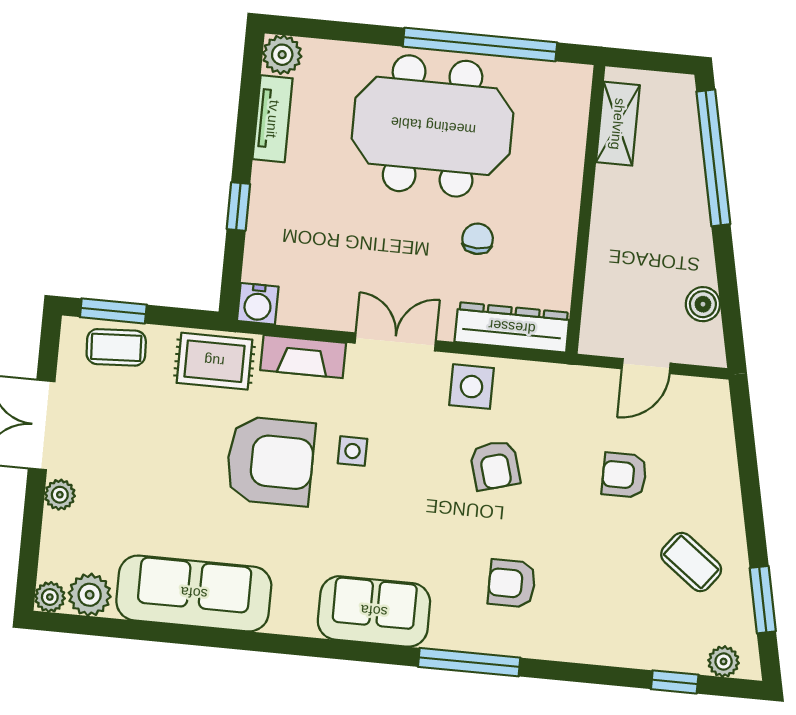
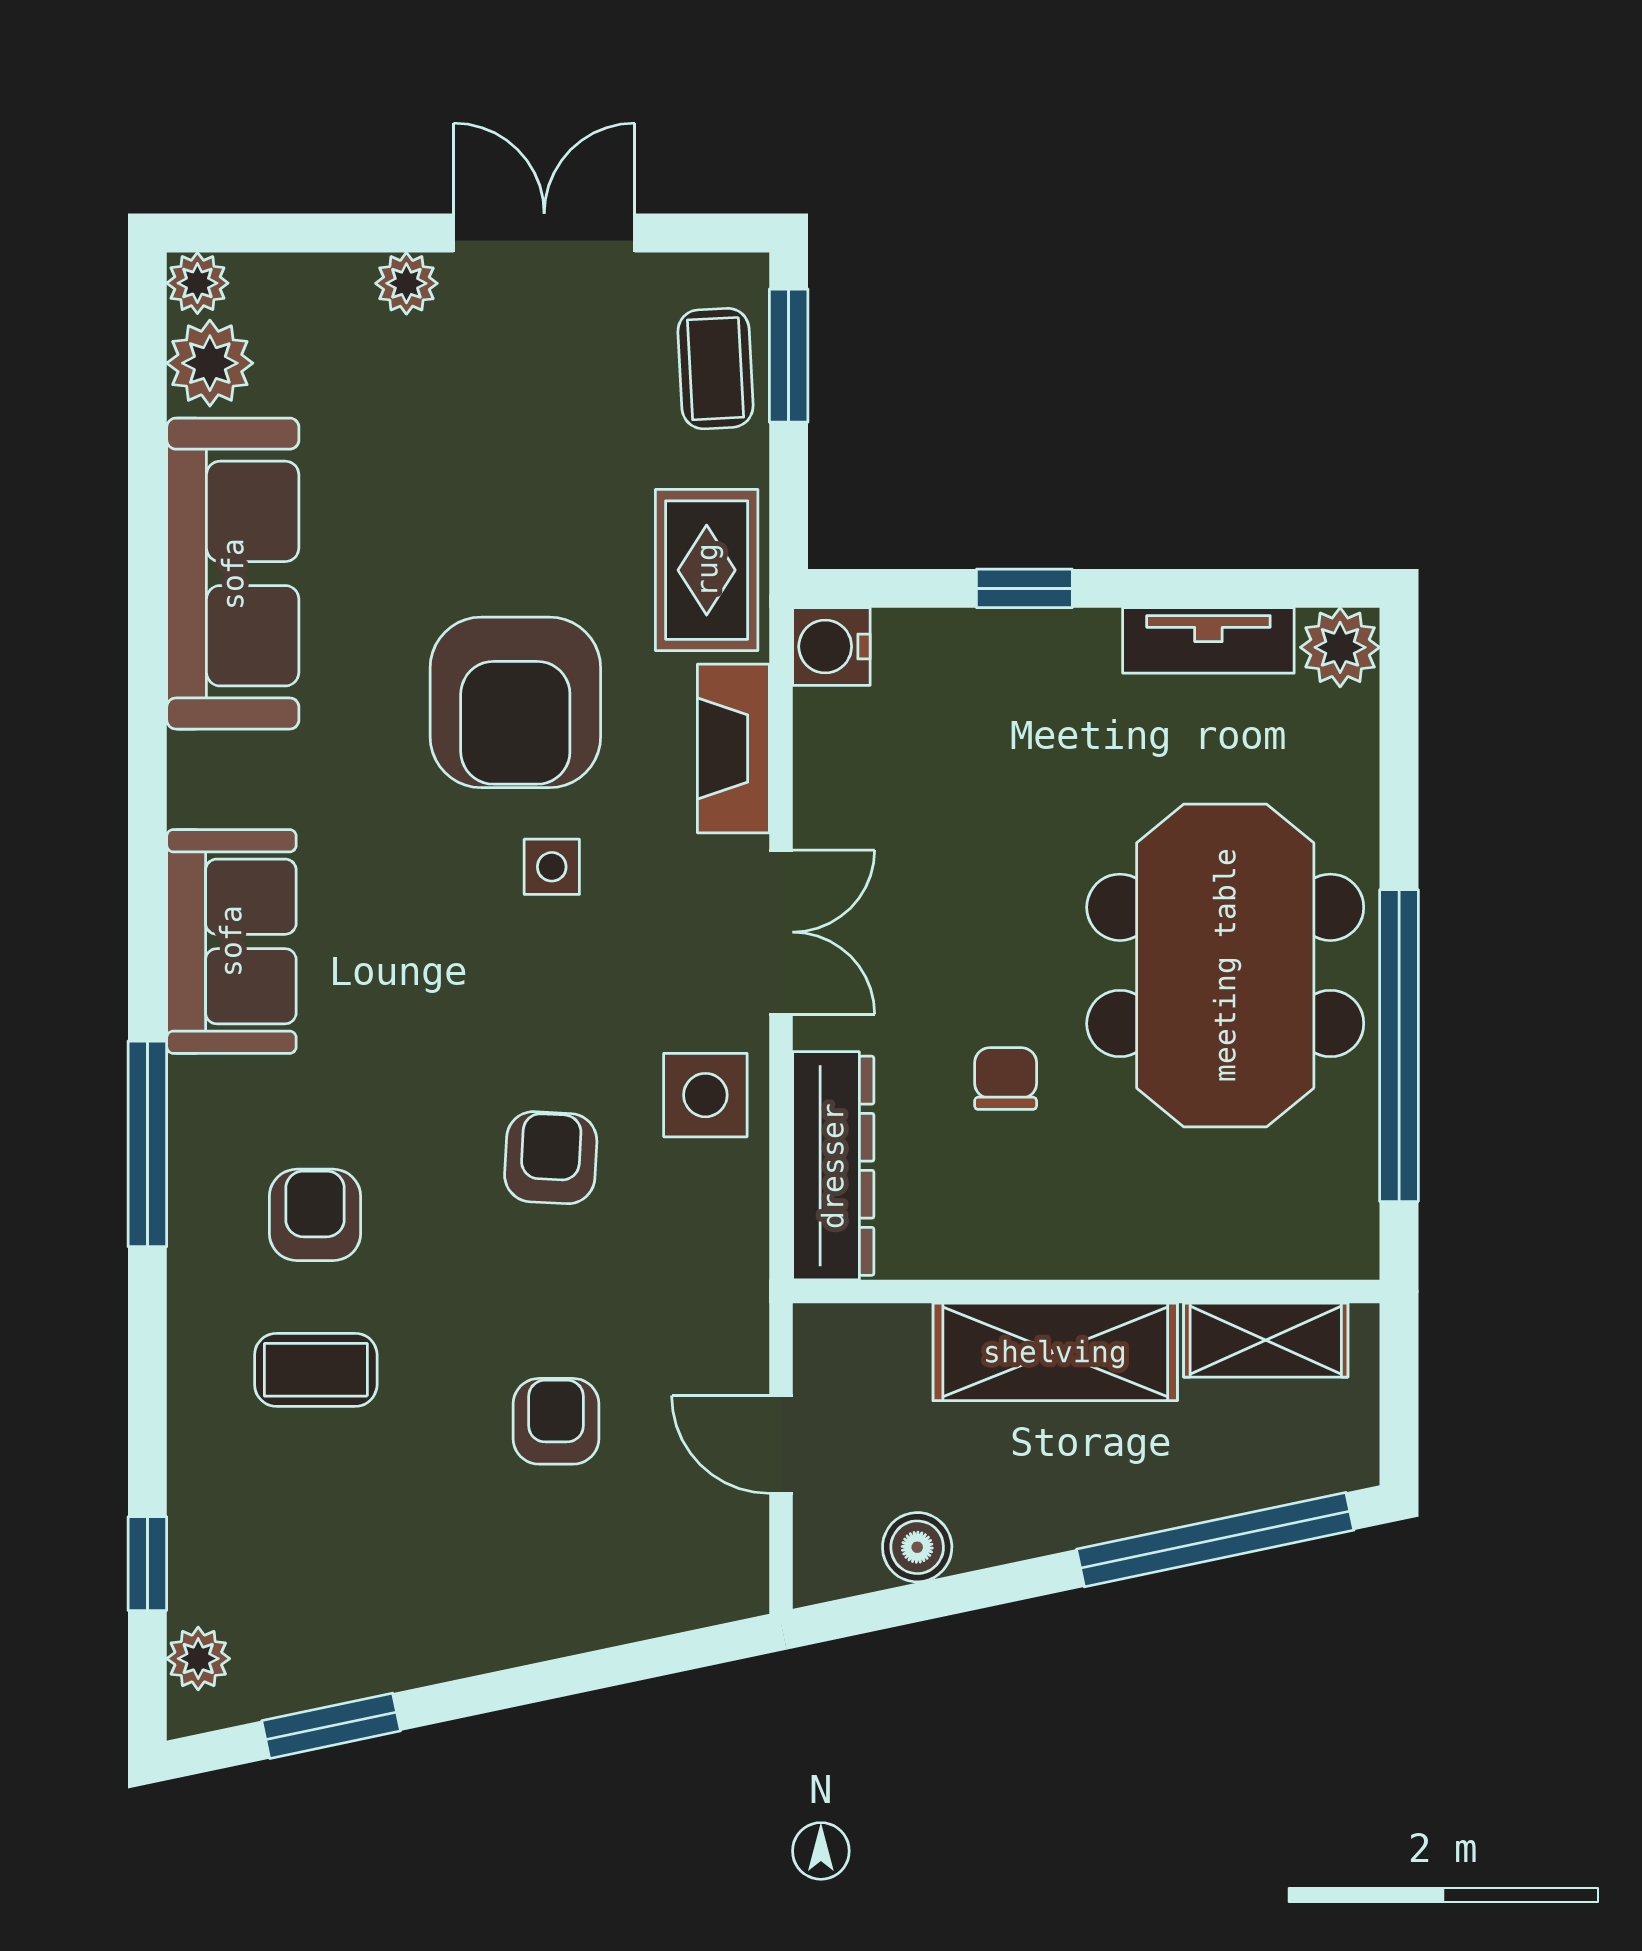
shelving: (614, 227) -> (1055, 1352), added
chair: (478, 239) -> (1006, 1079), turned -90
armchair: (495, 465) -> (551, 1158), turned 109
coffee table: (691, 562) -> (316, 1370), moved, turned 53

